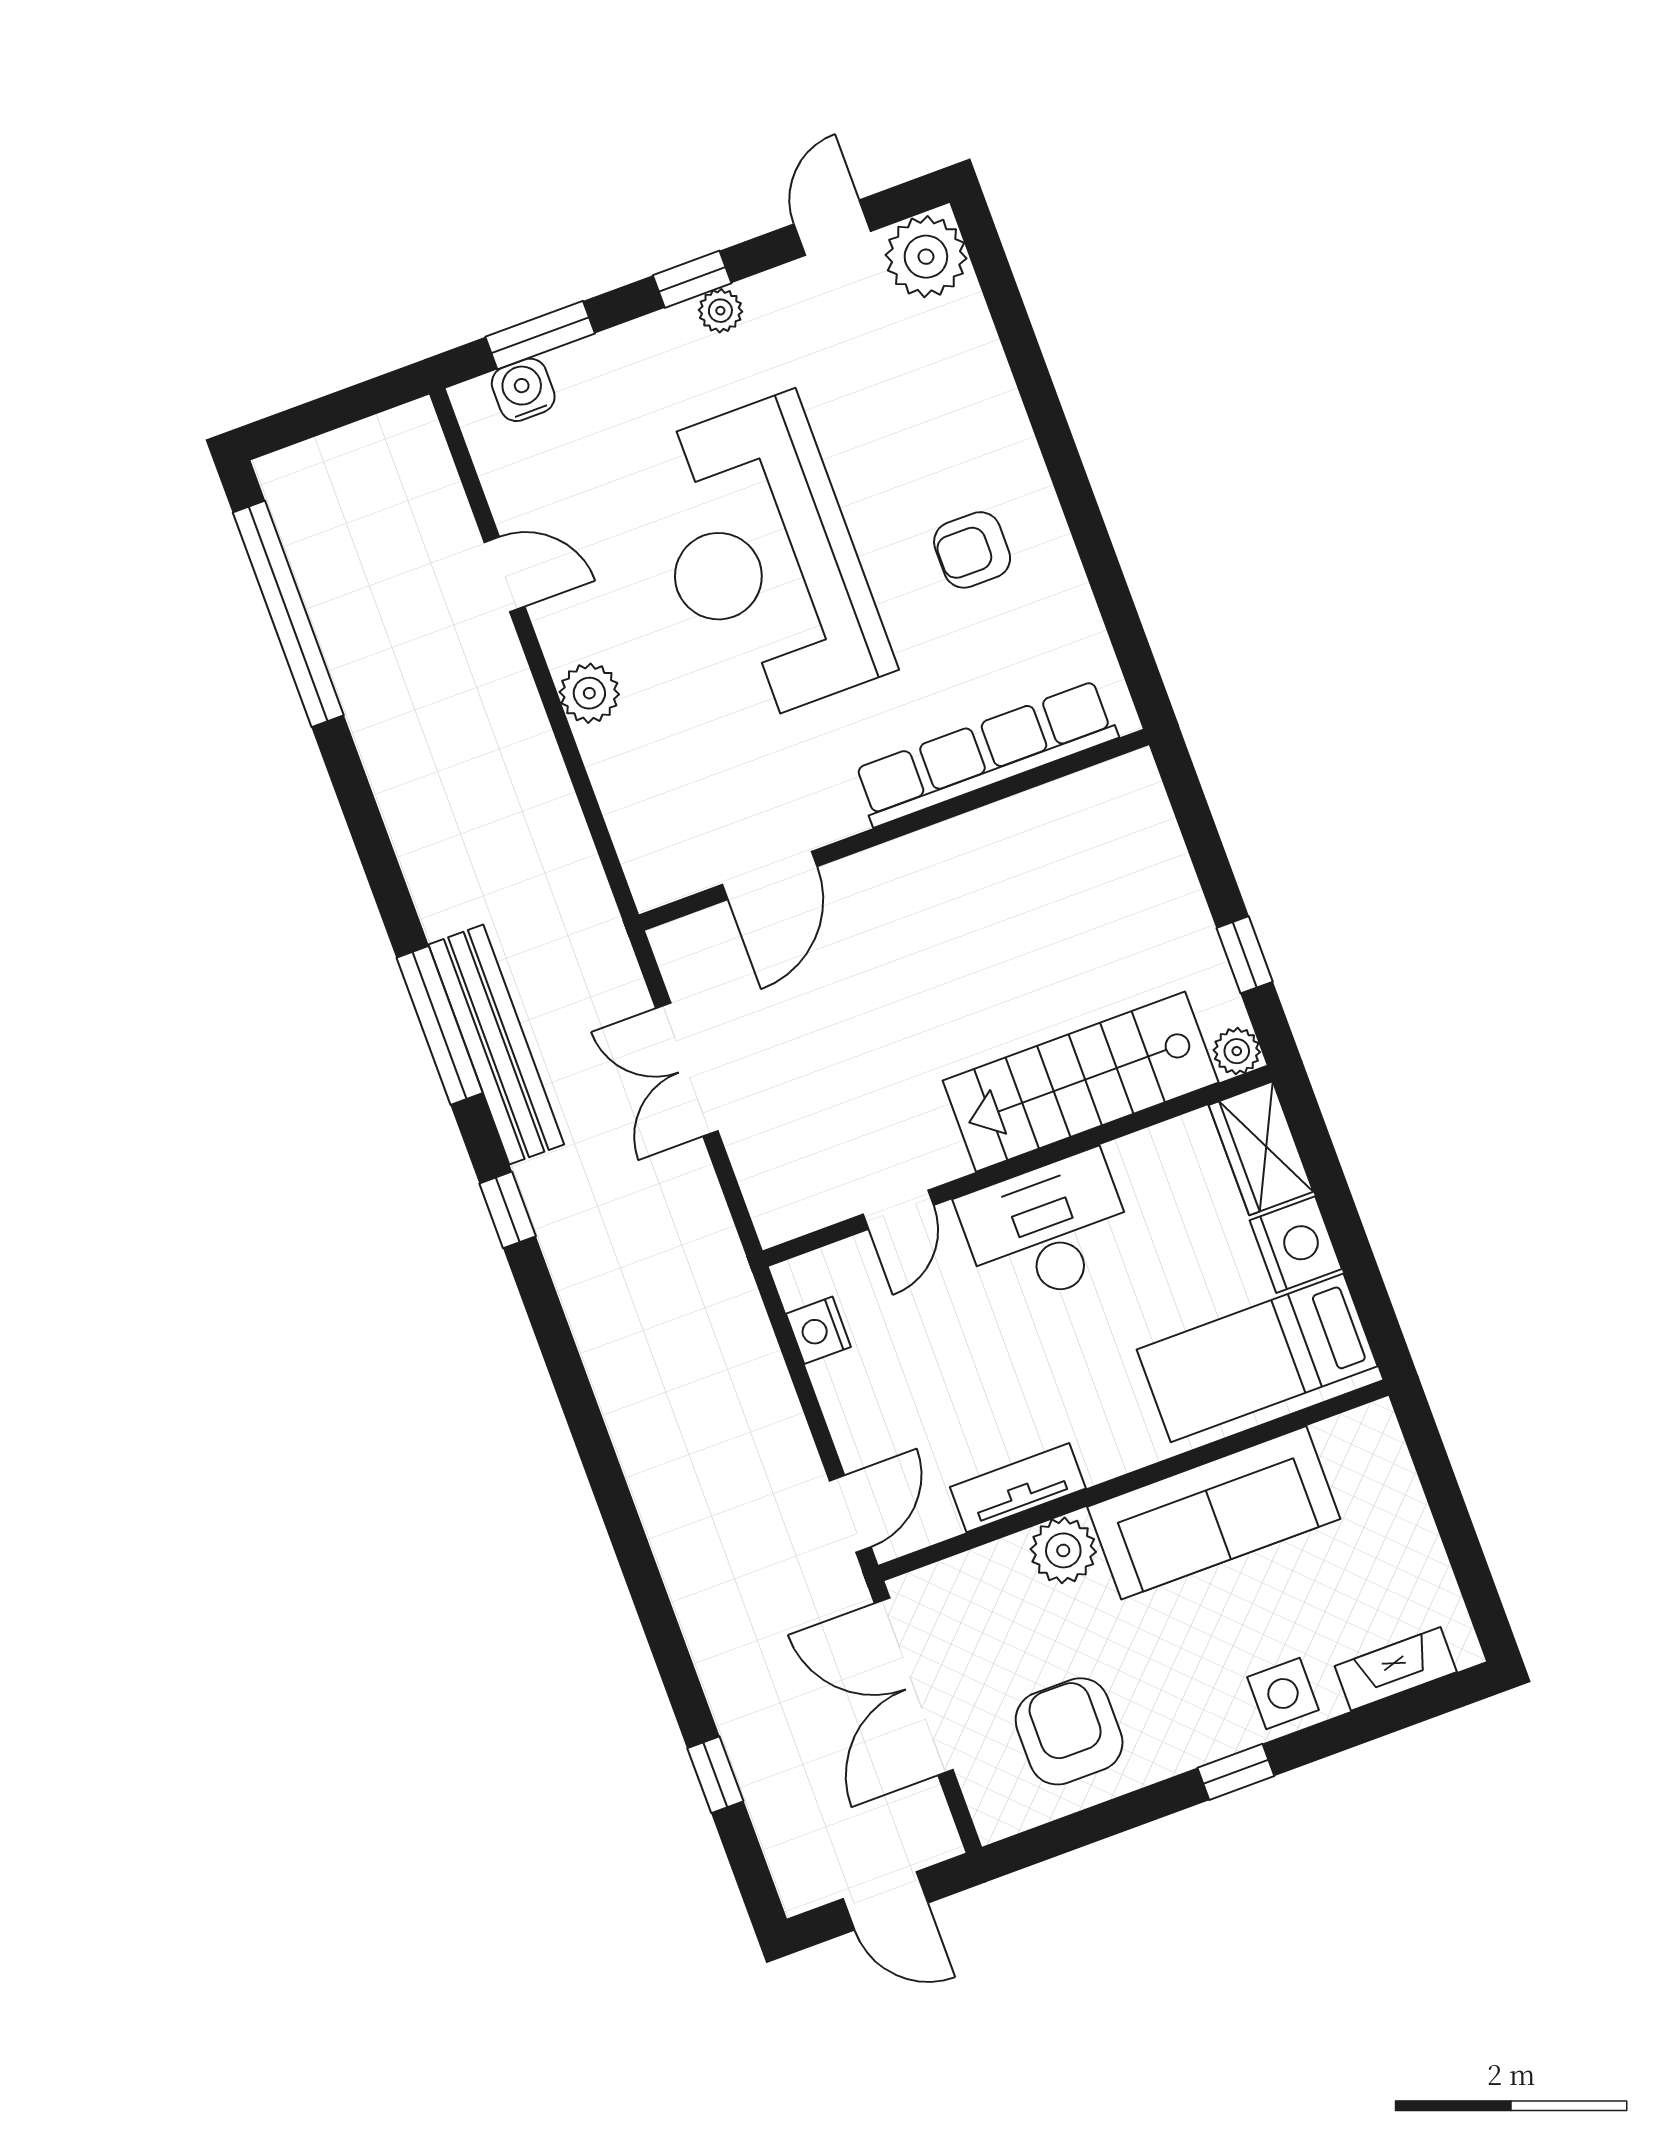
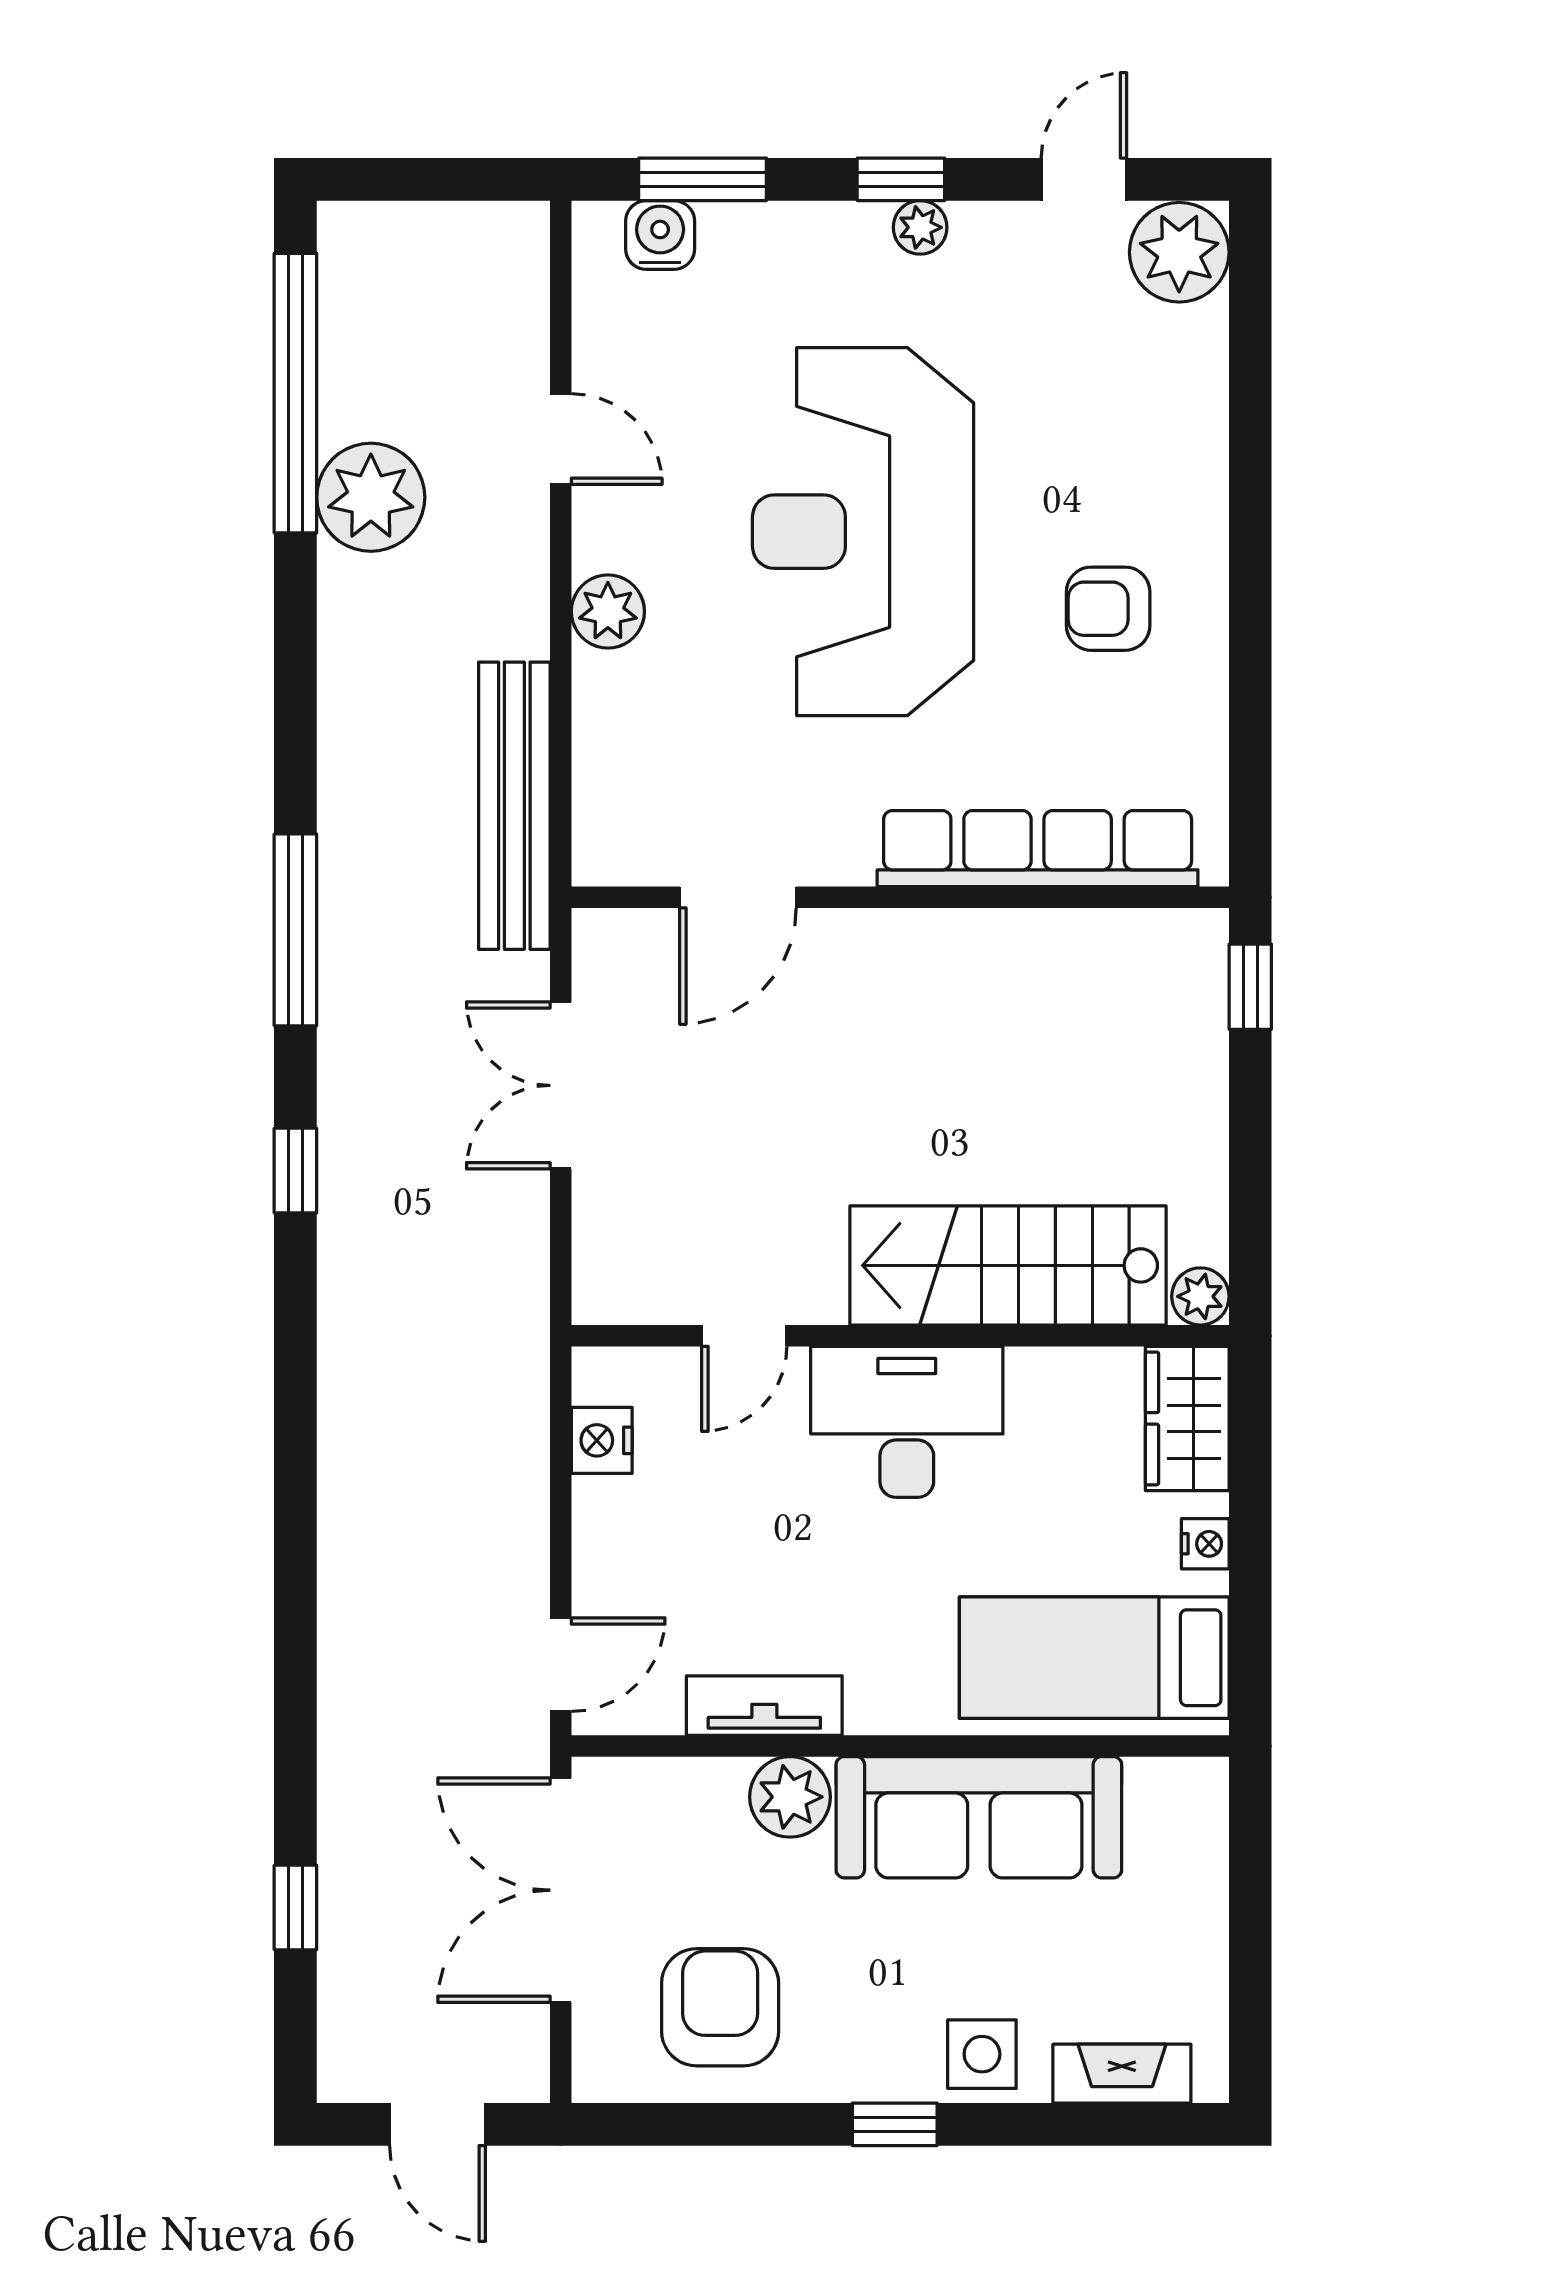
plant: (375, 672) -> (371, 497), added
window: (1245, 955) -> (1250, 987), moved
bench: (496, 1044) -> (514, 806), moved
nightstand: (1296, 1245) -> (1205, 1544), width x0.53, depth x0.56

